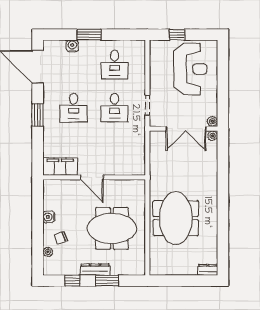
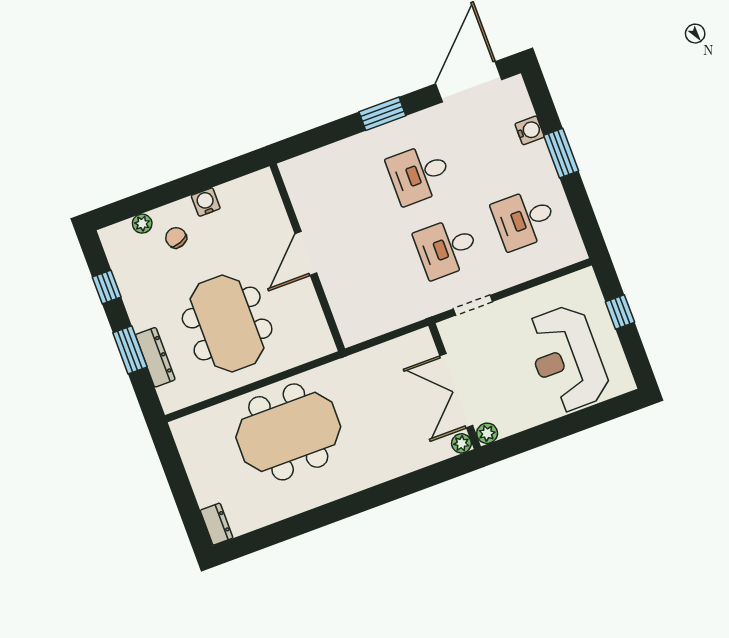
reception desk: (190, 69) -> (567, 359), turned 90
filing cabinet: (60, 166) -> (304, 189), removed
dresser: (95, 270) -> (155, 357), moved

